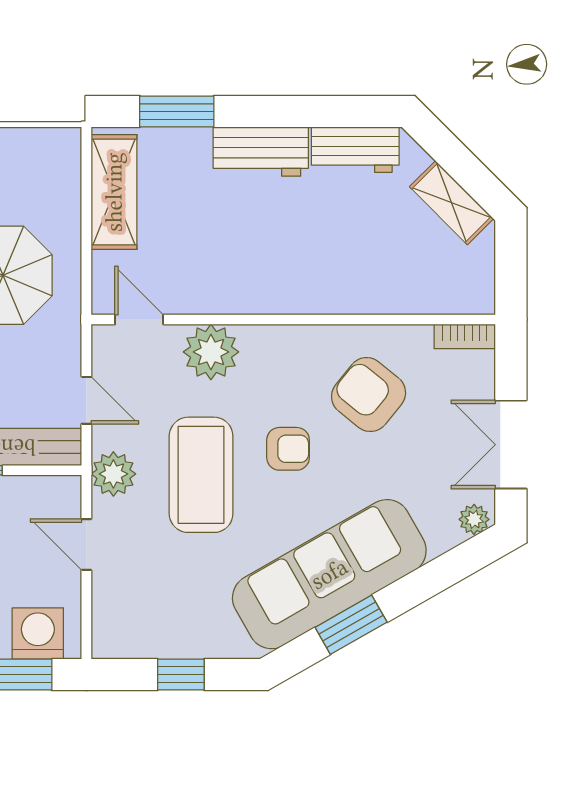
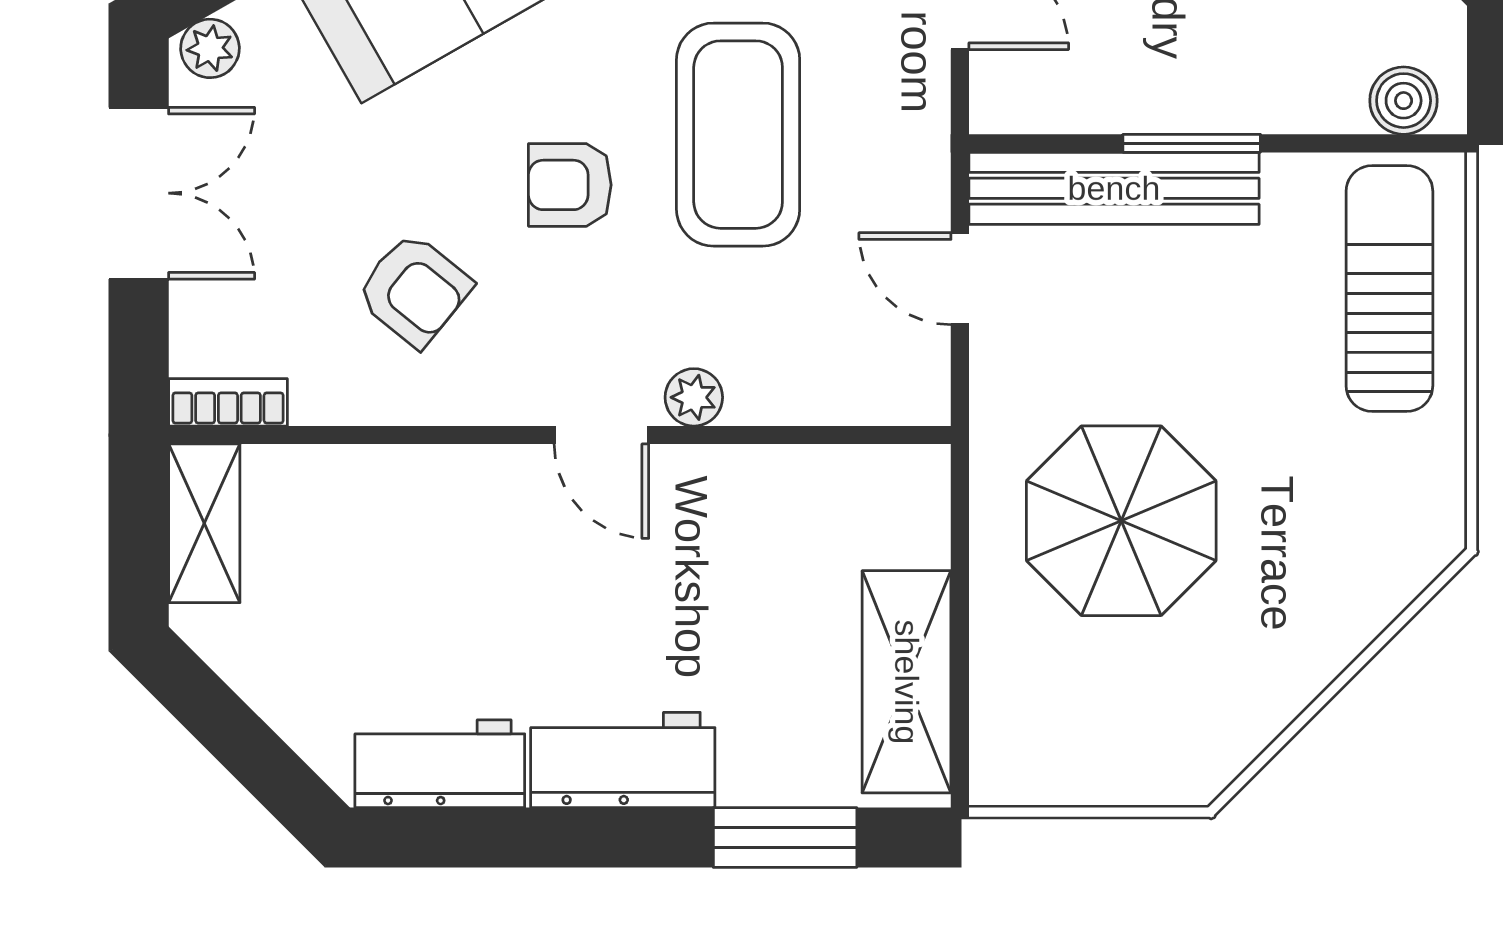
shelving: (451, 203) -> (204, 523), moved, turned 45
door: (139, 320) -> (601, 435), moved
plant: (211, 352) -> (694, 397), width x0.53, depth x0.53
armchair: (369, 395) -> (414, 290), width x0.72, depth x0.72
plant: (113, 474) -> (908, 136), removed

